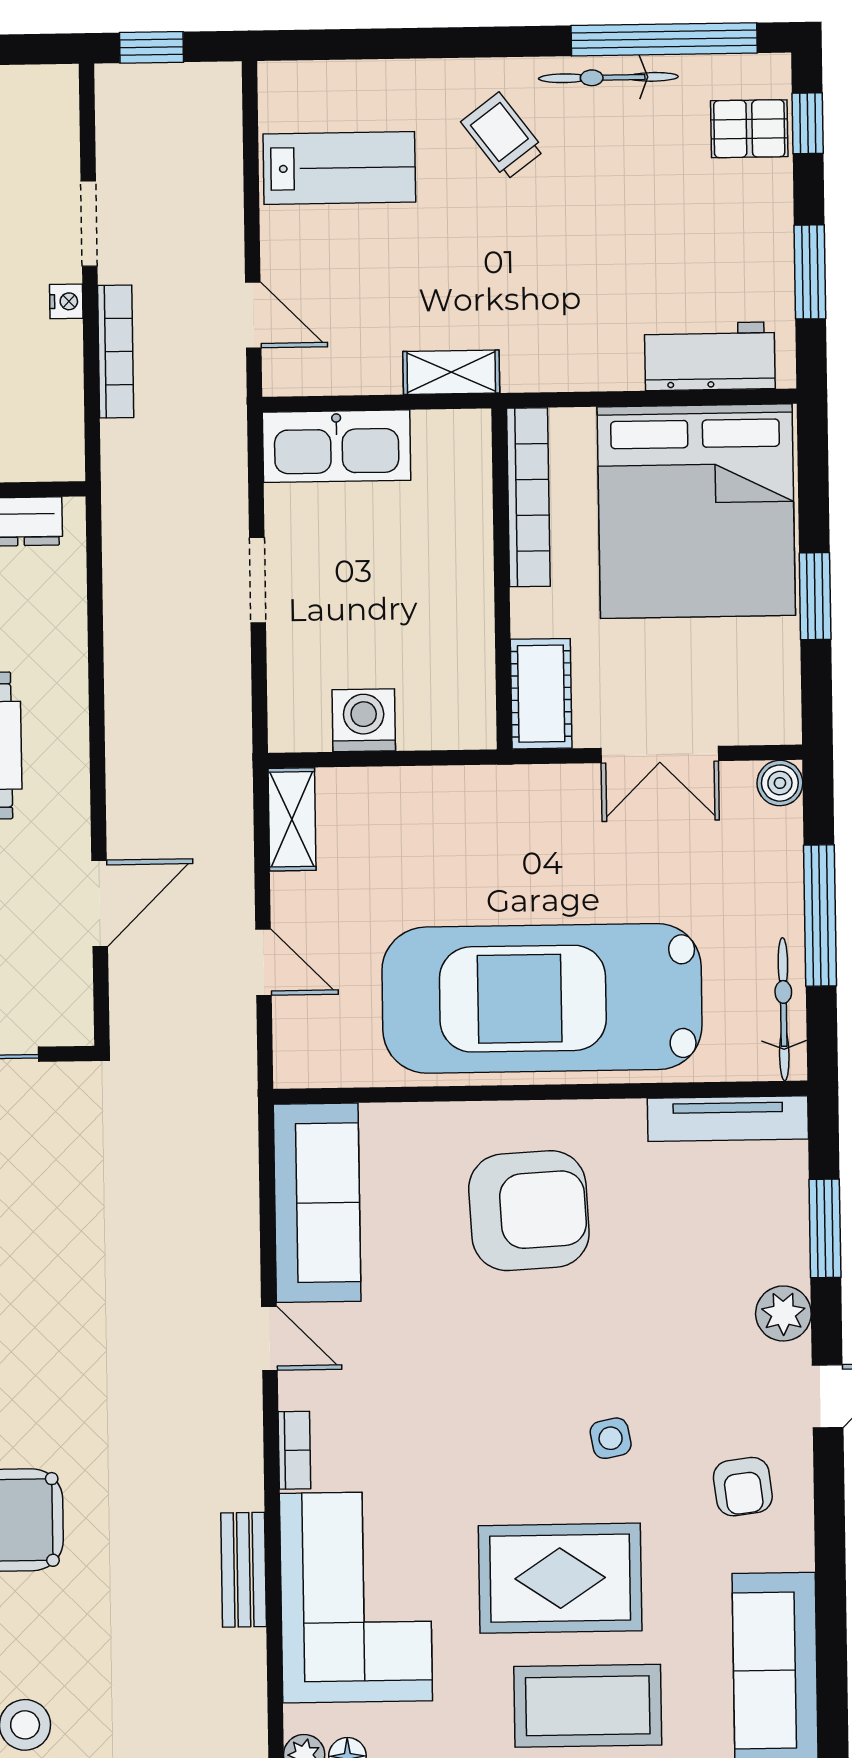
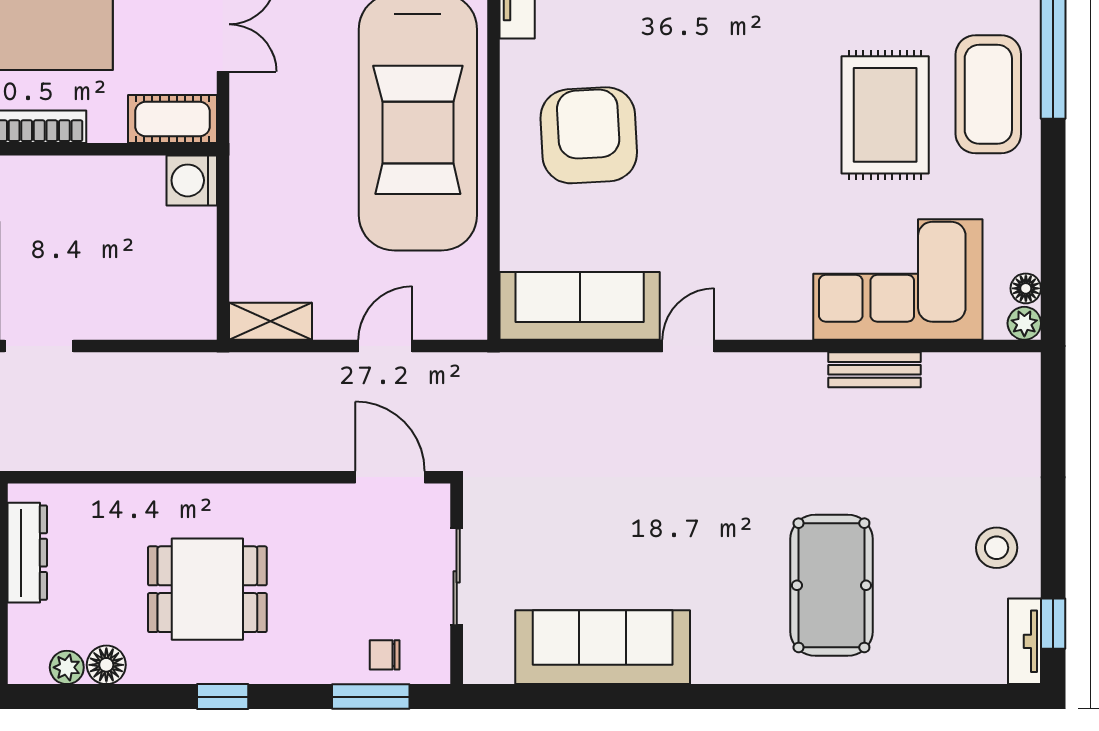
doorway: (257, 580) -> (39, 346), moved
washing machine: (364, 720) -> (192, 180), moved
door: (100, 903) -> (390, 477), moved
side table: (611, 1438) -> (773, 72), removed
bookcase: (294, 1450) -> (779, 327), removed

